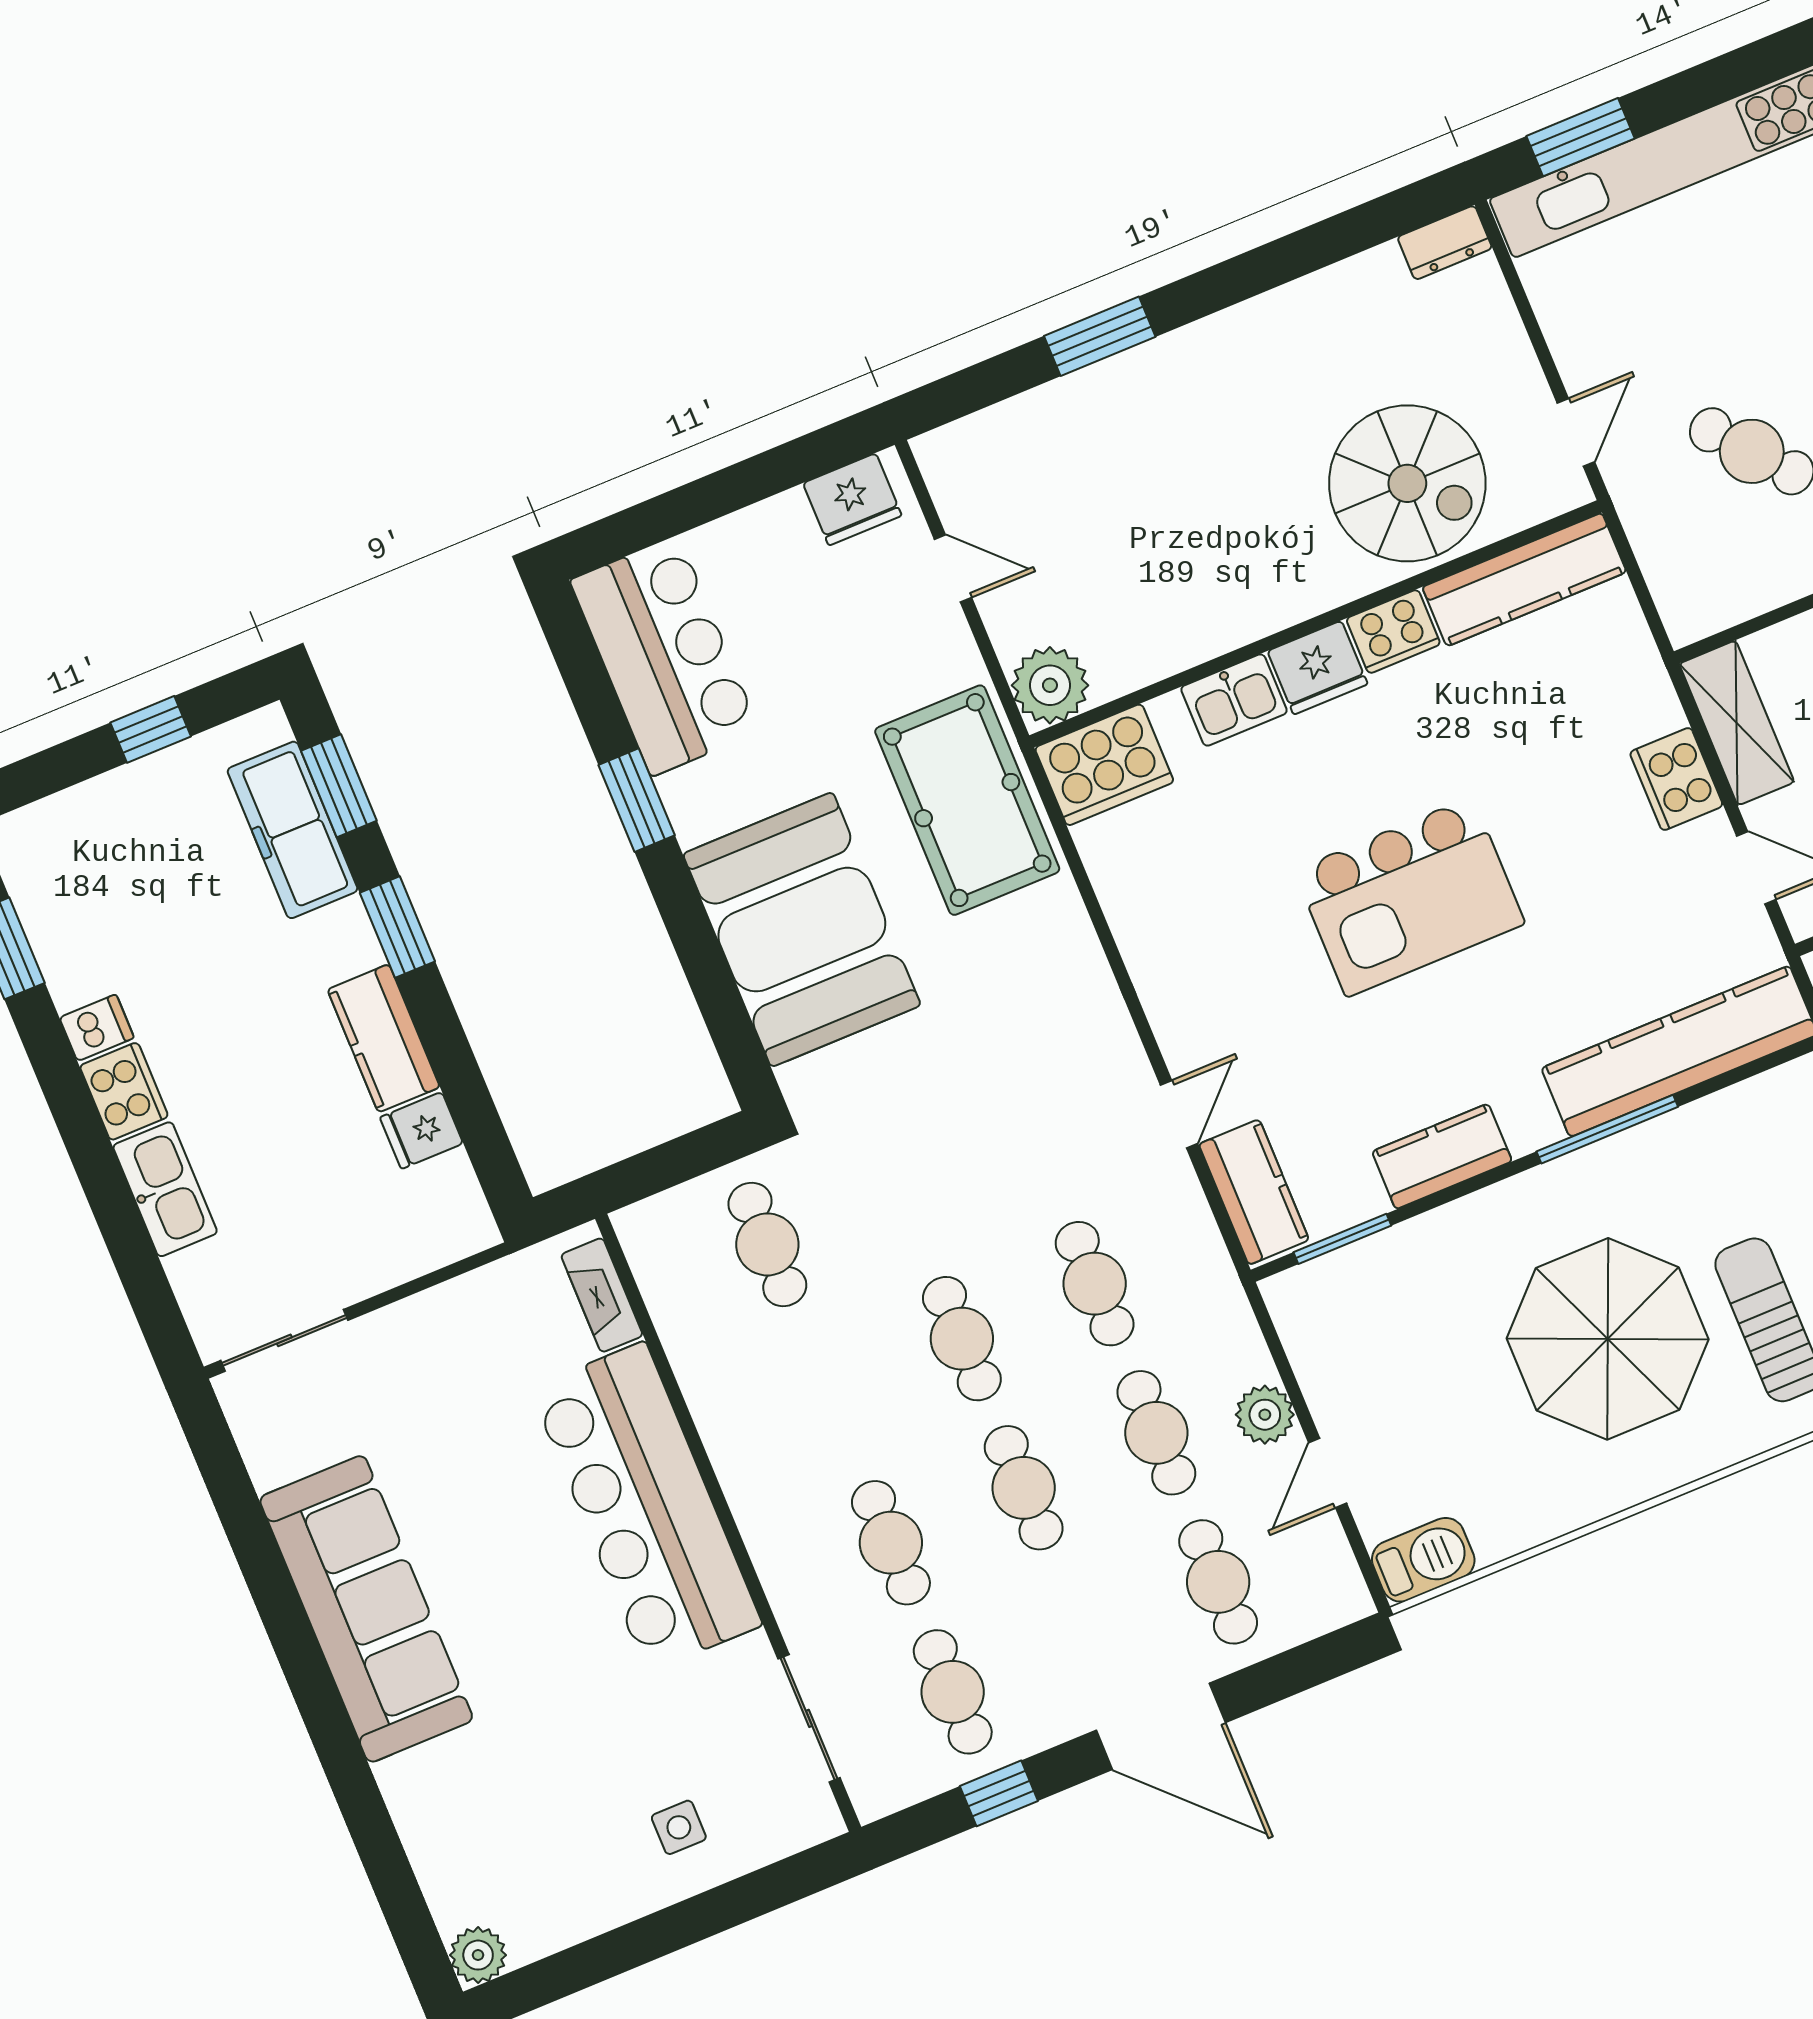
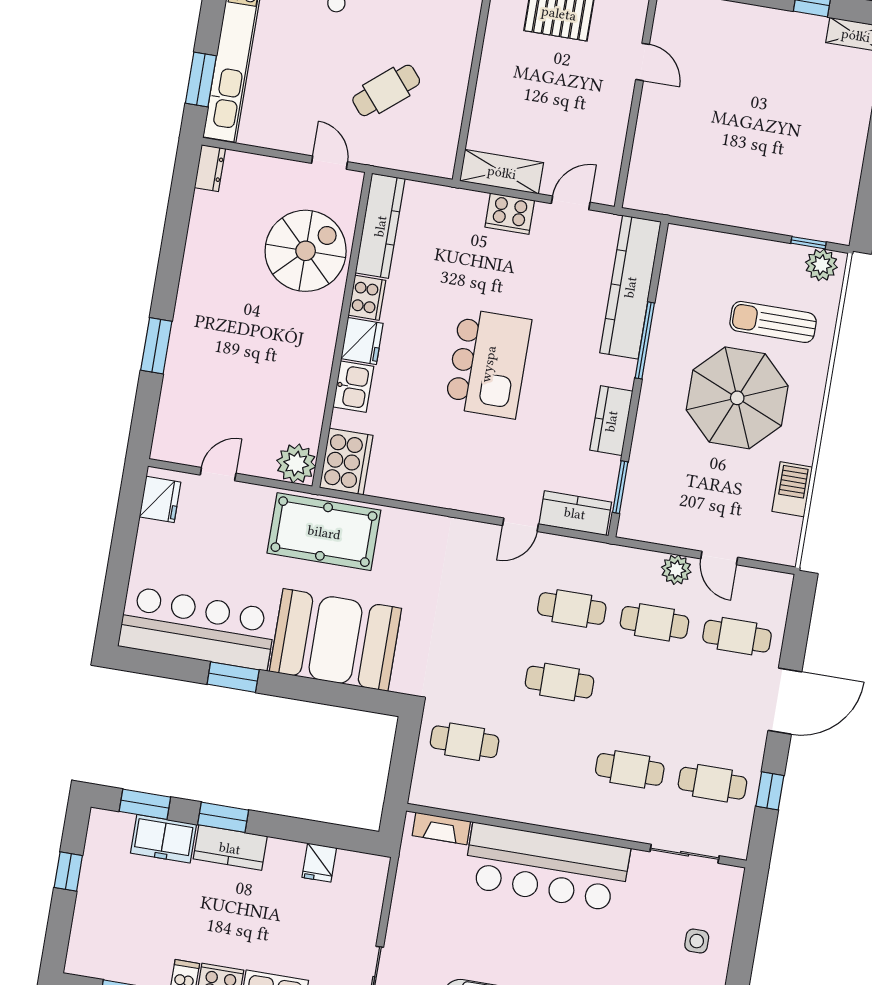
bar counter: (665, 656) -> (197, 628), width x1.36
freezer: (292, 830) -> (163, 839), width x0.71
kitchen counter: (384, 1038) -> (230, 848), moved
door: (1179, 1114) -> (520, 525), swing flipped
cafe table: (1024, 1488) -> (642, 696), removed
barbecue: (1423, 1560) -> (792, 489), moved

